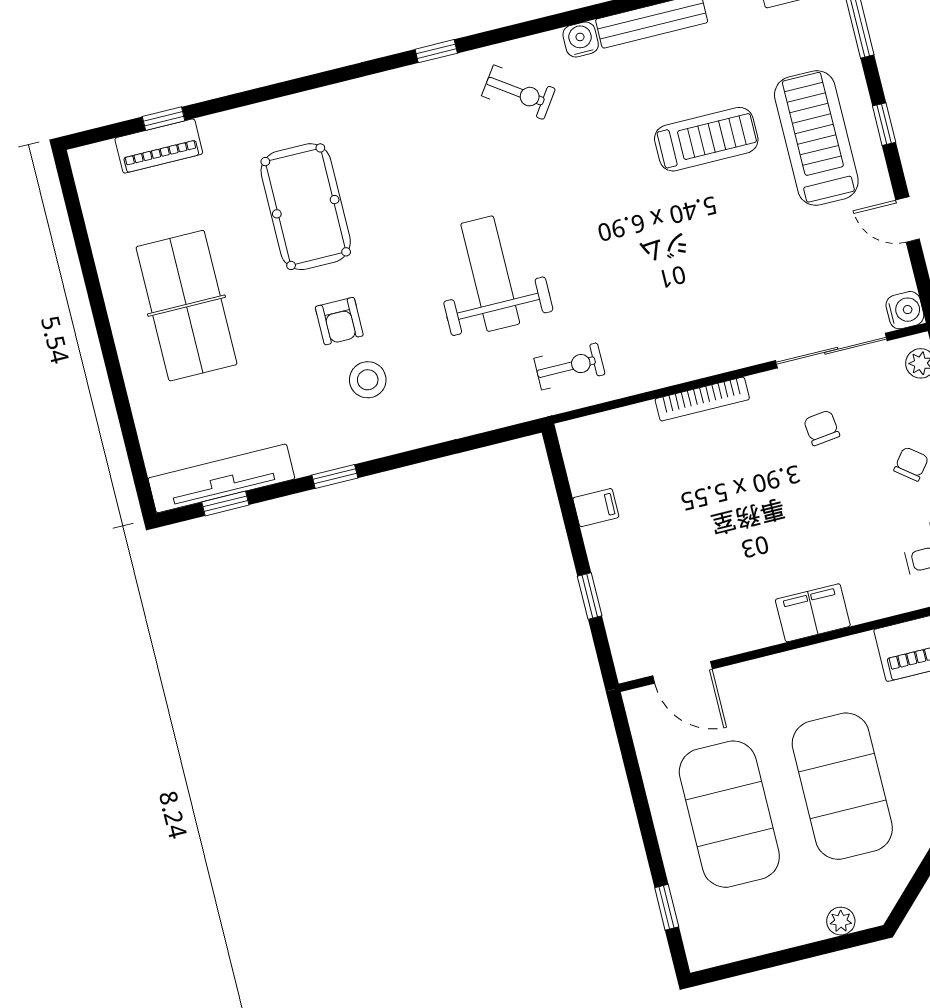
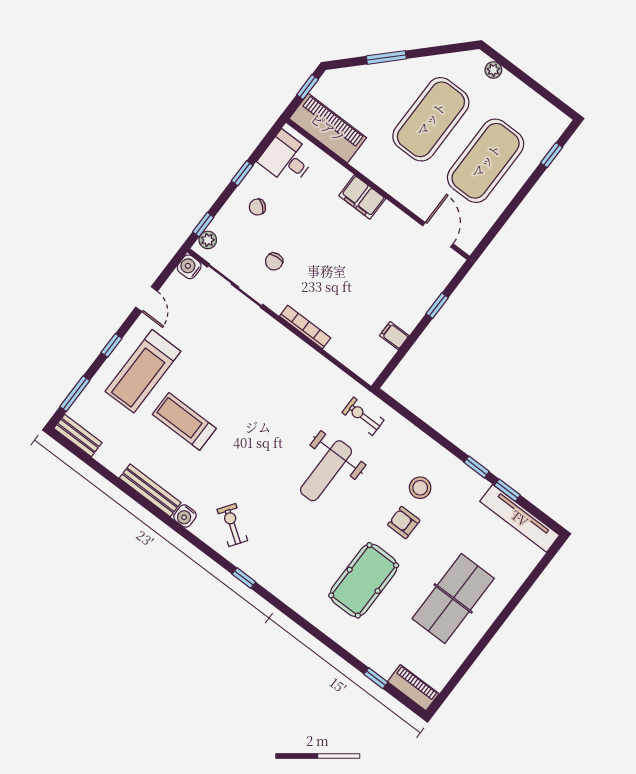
piano: (159, 146) -> (413, 688), moved
armchair: (339, 321) -> (404, 523), turned -90
exercise bike: (569, 366) -> (363, 416), moved
window: (225, 504) -> (507, 490), moved

